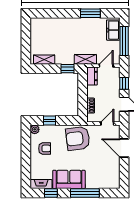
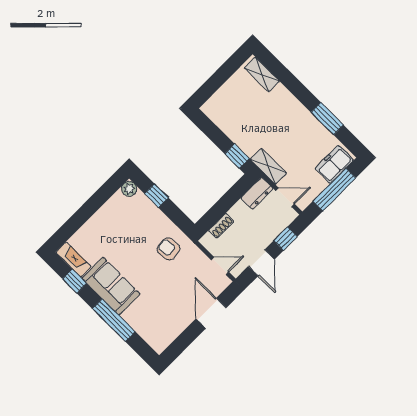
shelving: (44, 60) -> (262, 74), moved
armchair: (78, 138) -> (168, 249), width x0.53, depth x0.53
armchair: (45, 148) -> (119, 222), removed

